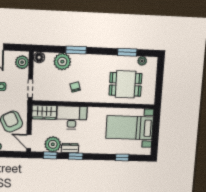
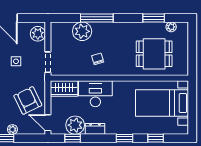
window: (76, 50) -> (97, 18), width x1.44
floor lamp: (39, 57) -> (56, 28), removed
window: (76, 156) -> (124, 138), moved

